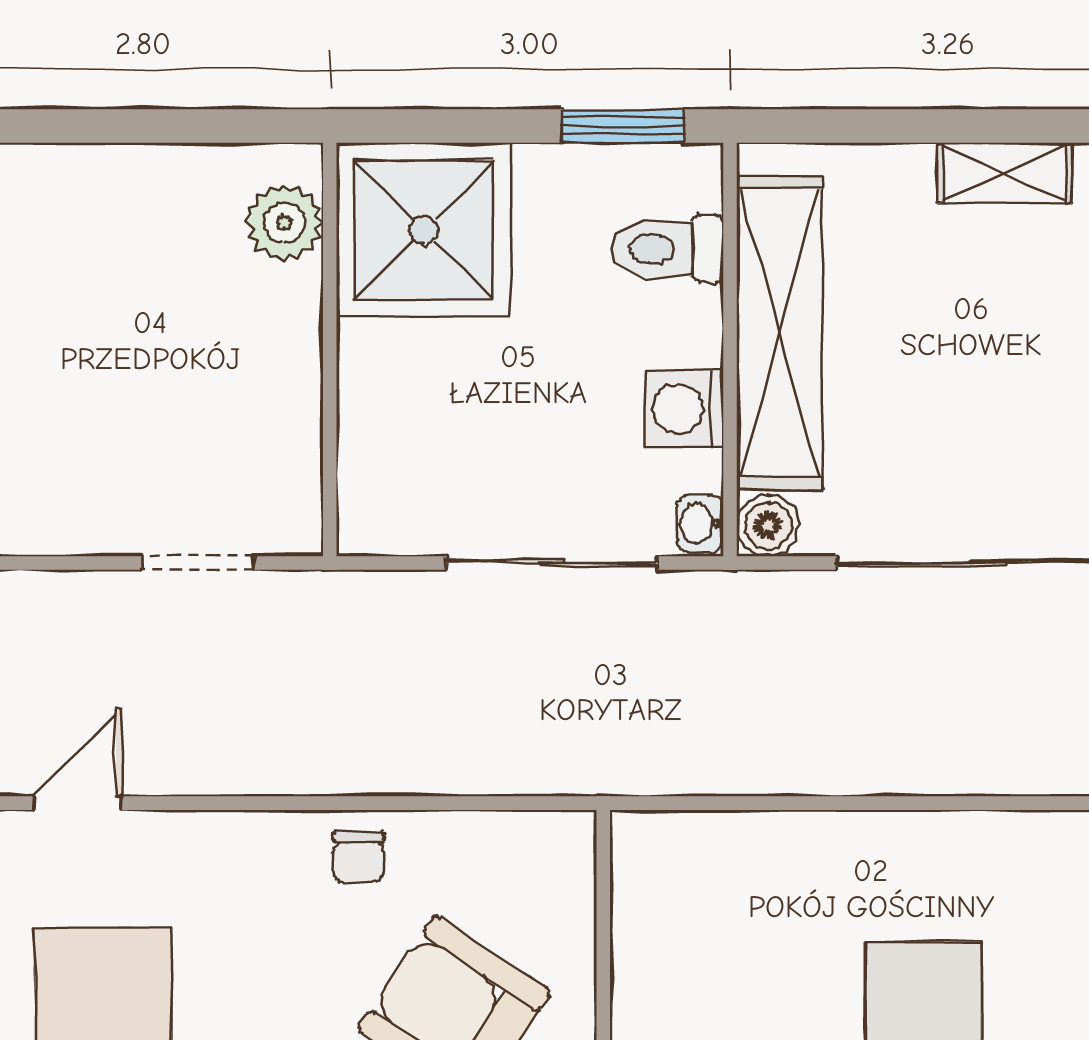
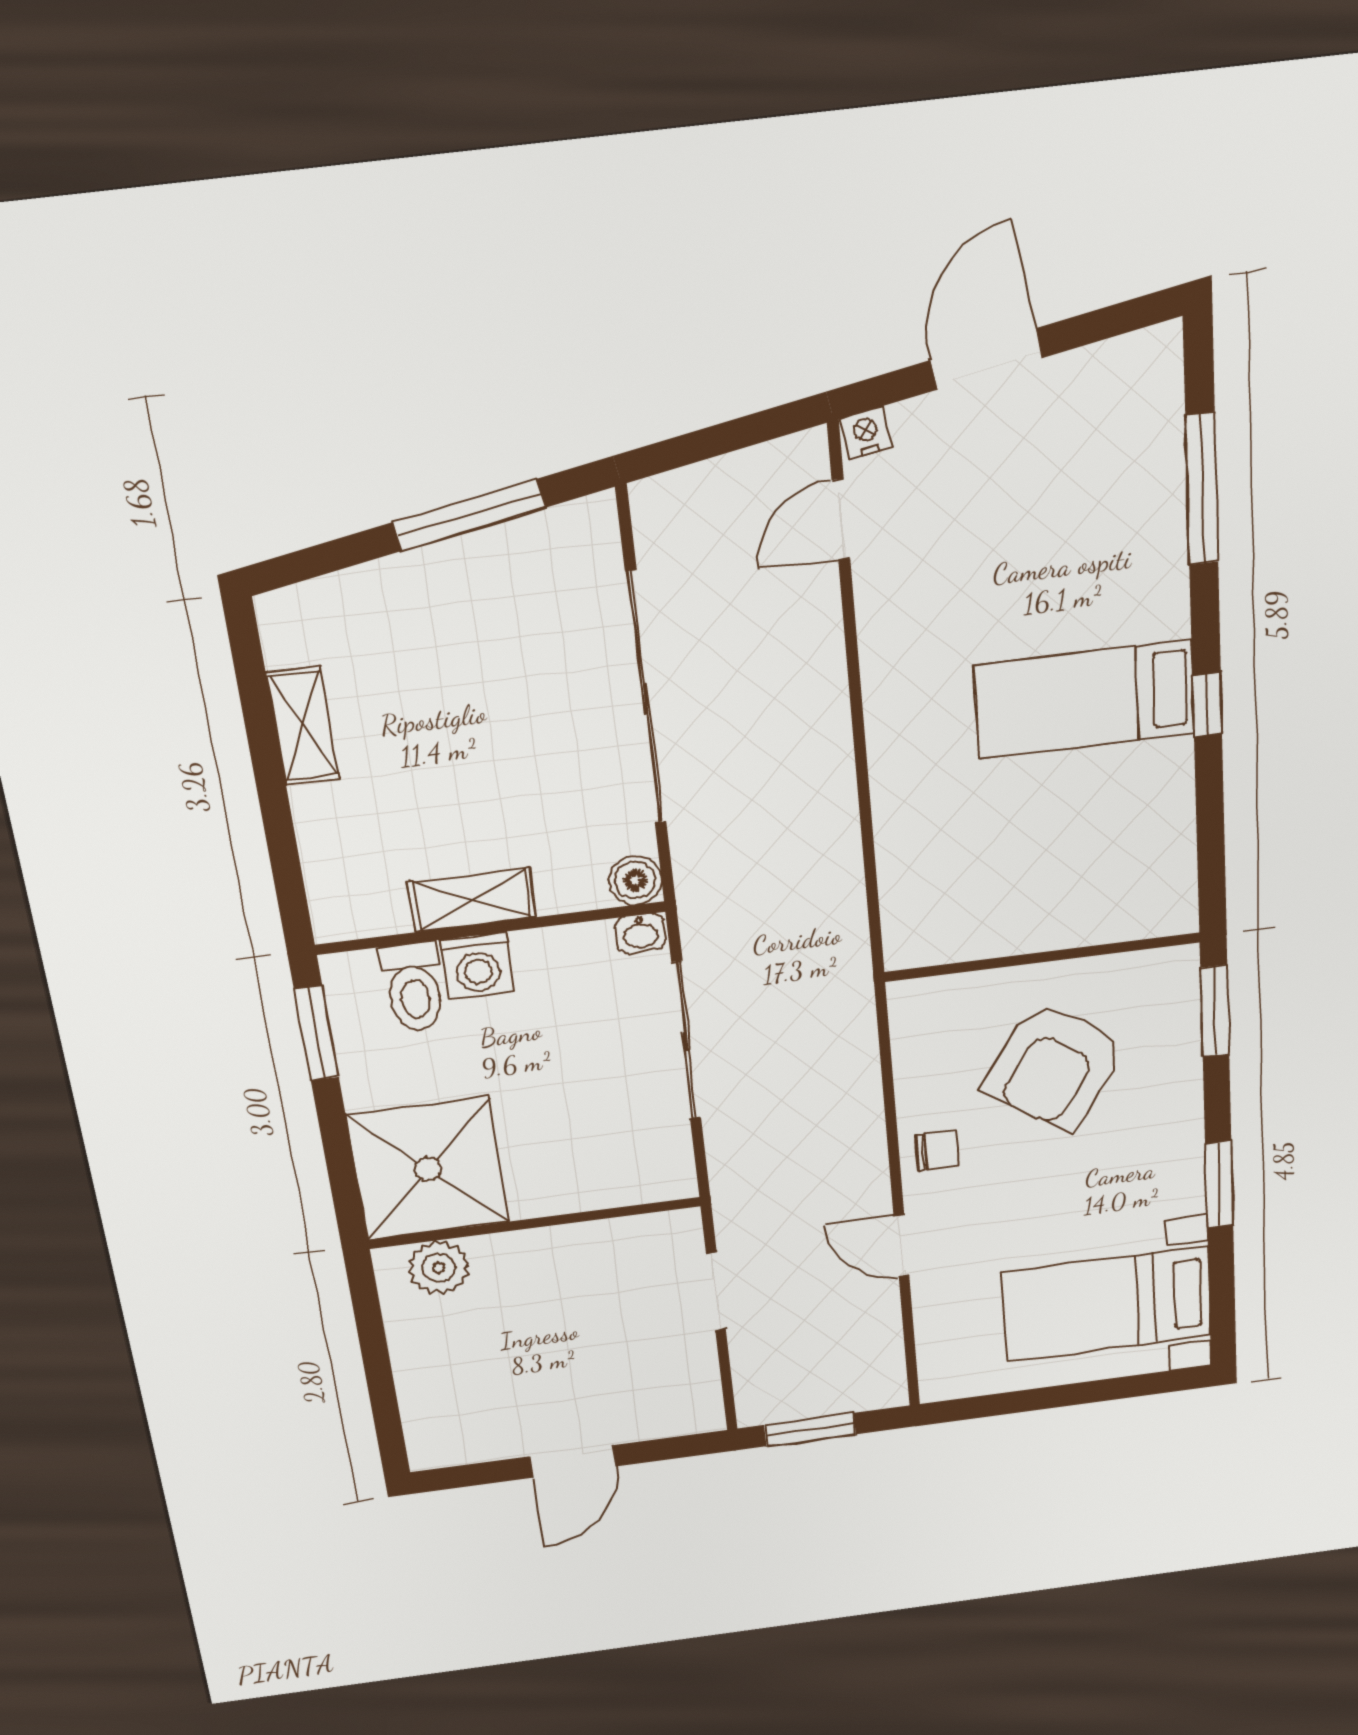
shelving: (779, 333) -> (472, 900), width x0.45, depth x0.75
washing machine: (684, 409) -> (477, 966), moved
door: (78, 803) -> (901, 1246), moved

